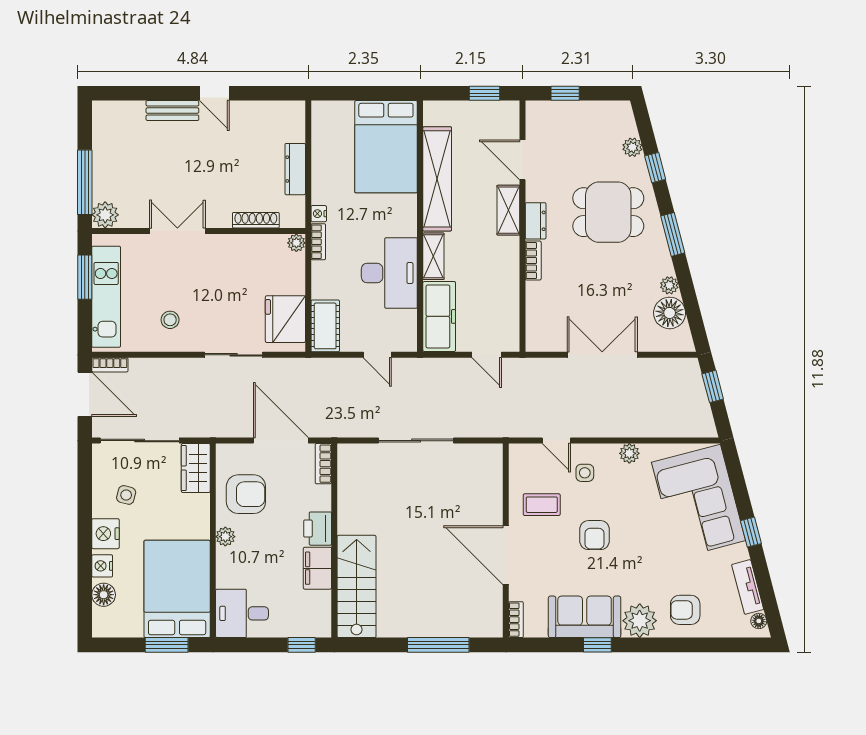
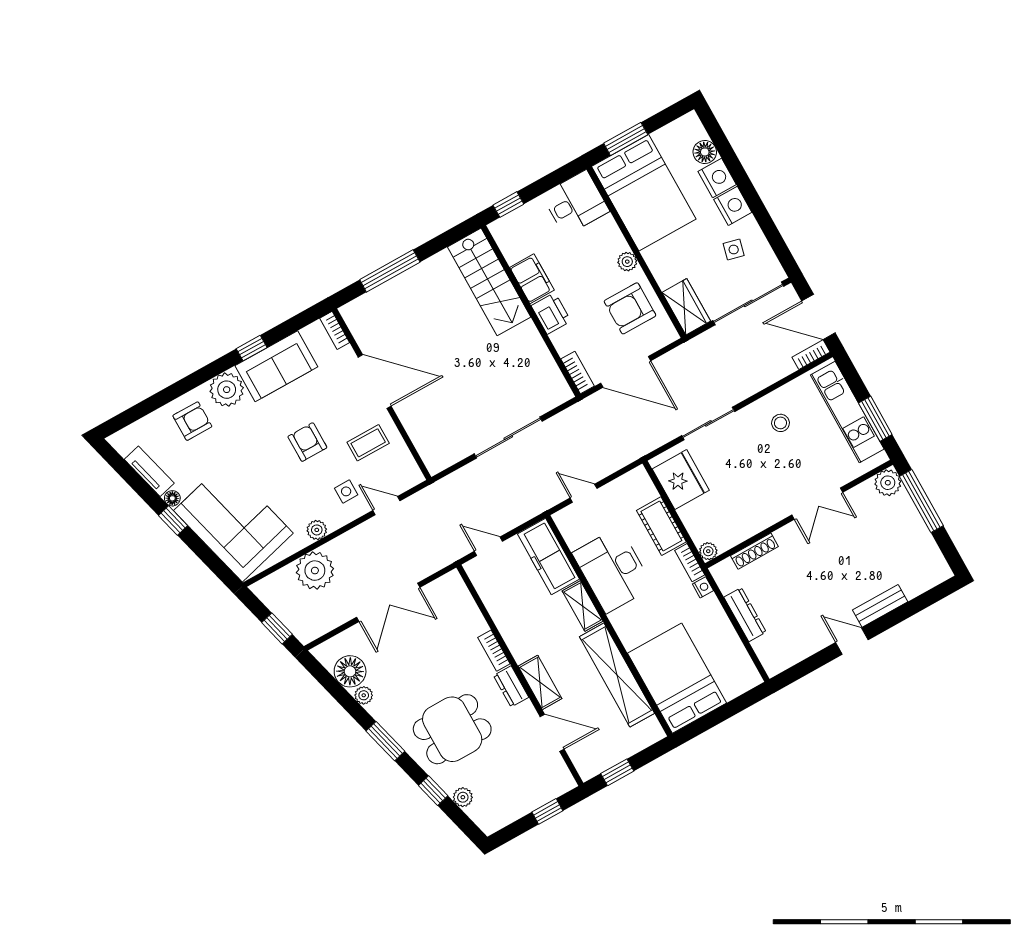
cot: (325, 326) -> (661, 526), moved
plant: (651, 419) -> (315, 571), added
nightstand: (102, 566) -> (717, 178), width x1.36, depth x1.33
floor lamp: (759, 621) -> (172, 498), moved

